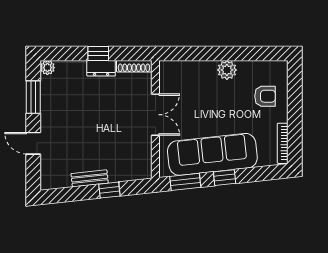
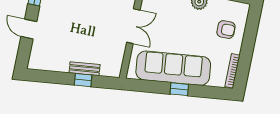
bench: (90, 178) -> (85, 69), moved
window: (185, 182) -> (146, 86), removed

